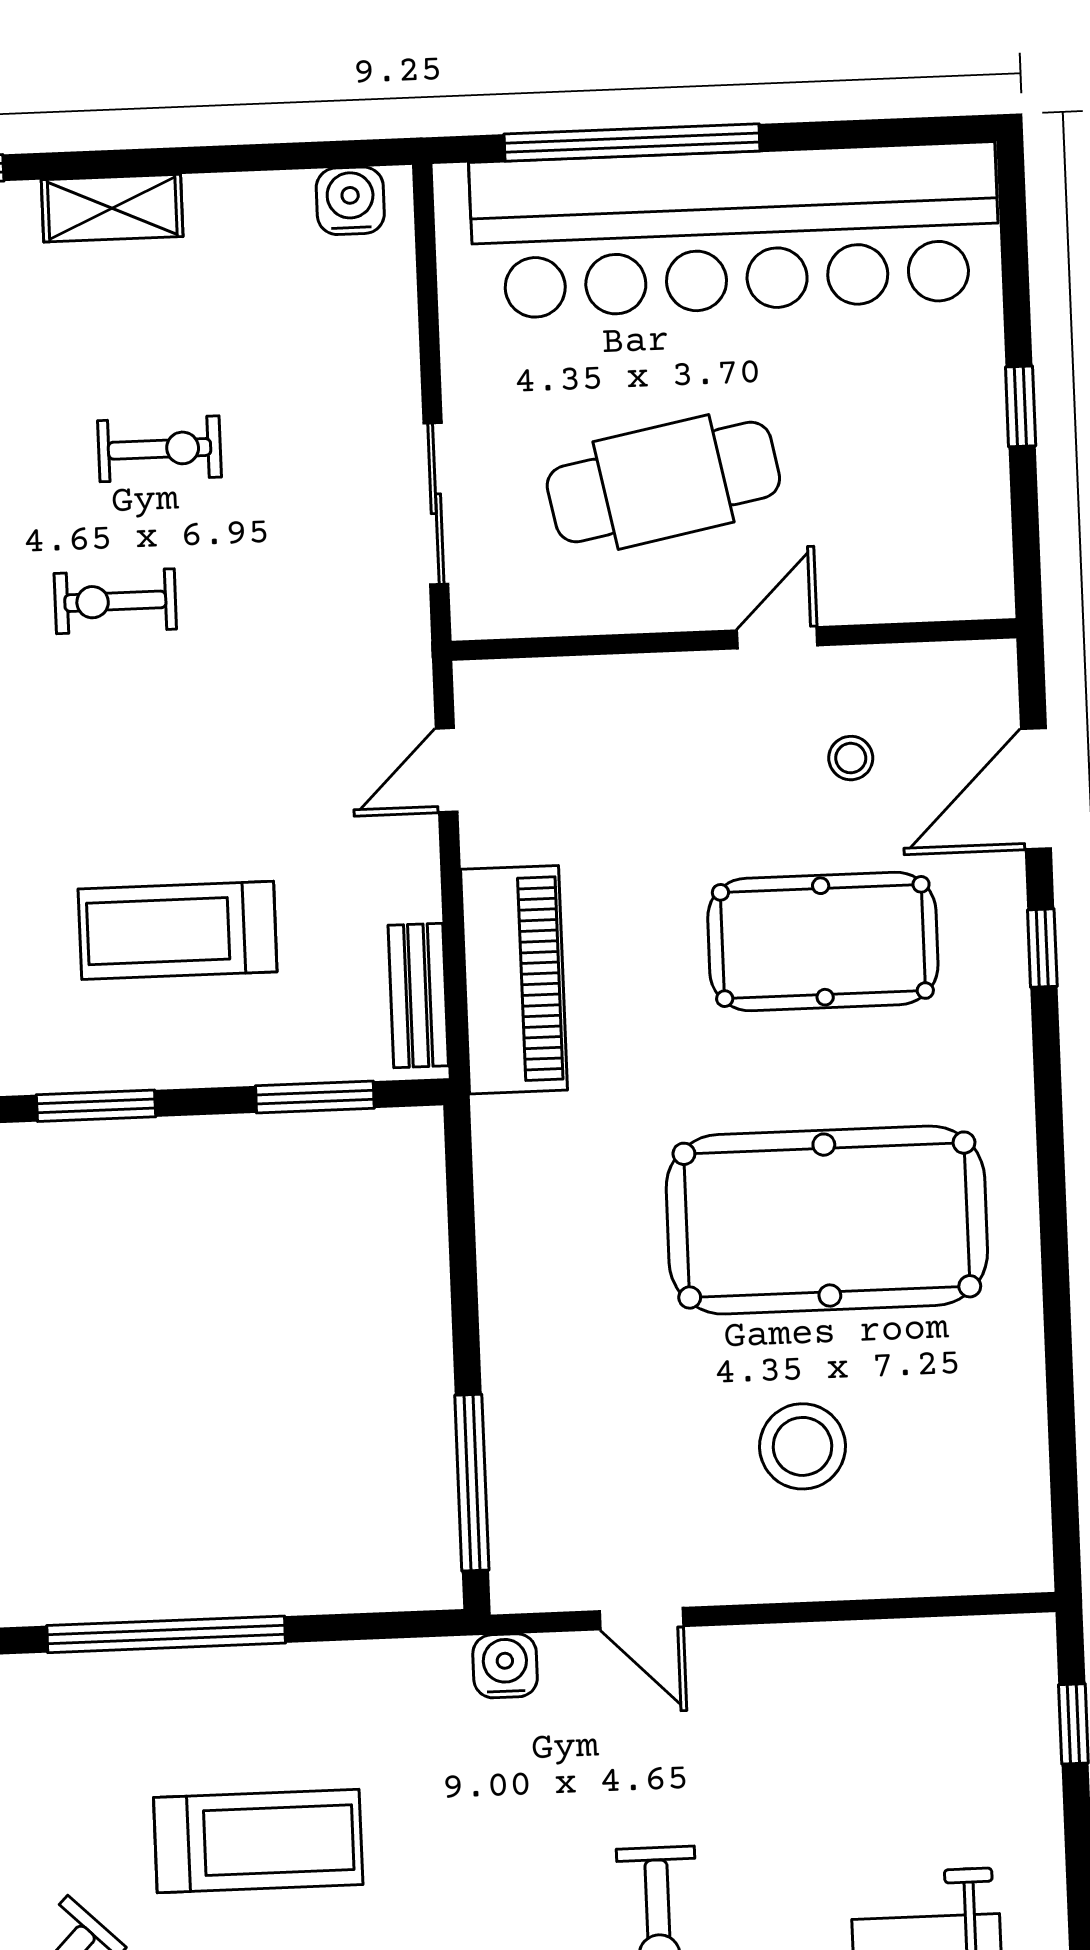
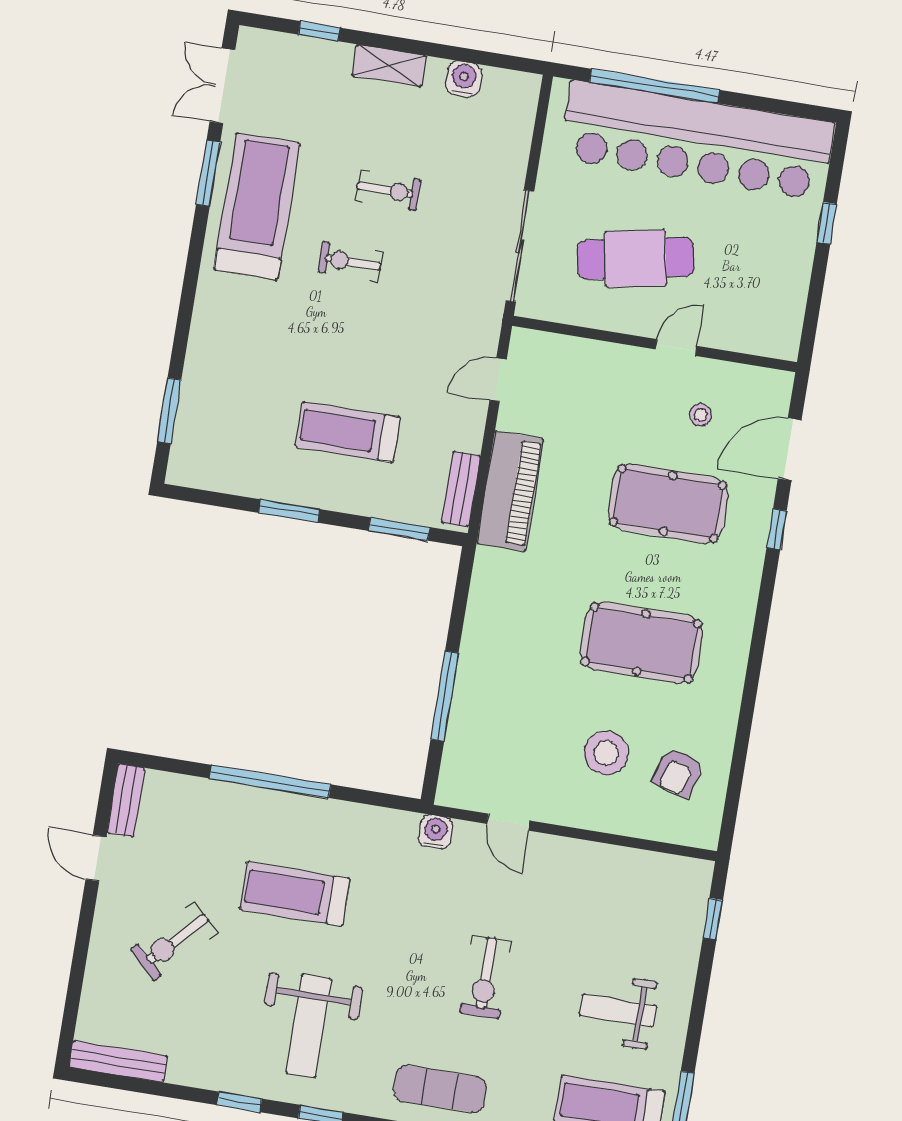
water cooler: (350, 201) -> (464, 79), moved
window: (1021, 406) -> (827, 223), moved
sliding door: (436, 504) -> (520, 246), width x1.37
pool table: (827, 1220) -> (641, 643), width x0.73, depth x0.76
armchair: (949, 1456) -> (678, 773), added
window: (472, 1483) -> (445, 696), moved
treadmill: (258, 1841) -> (295, 894), turned 180

